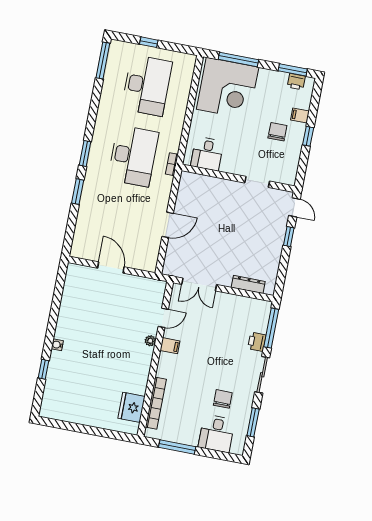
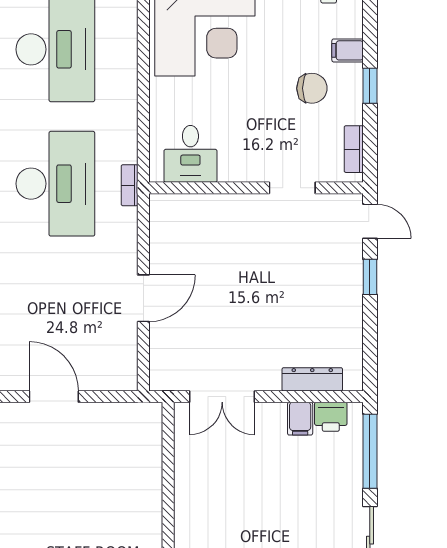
chair: (277, 132) -> (312, 88), turned 90
bookcase: (293, 168) -> (354, 149), added
door: (163, 318) -> (168, 471), removed
plant: (150, 341) -> (152, 517), removed
printer: (257, 342) -> (331, 417), moved, turned -90
filing cabinet: (170, 346) -> (300, 419), moved, turned 90

